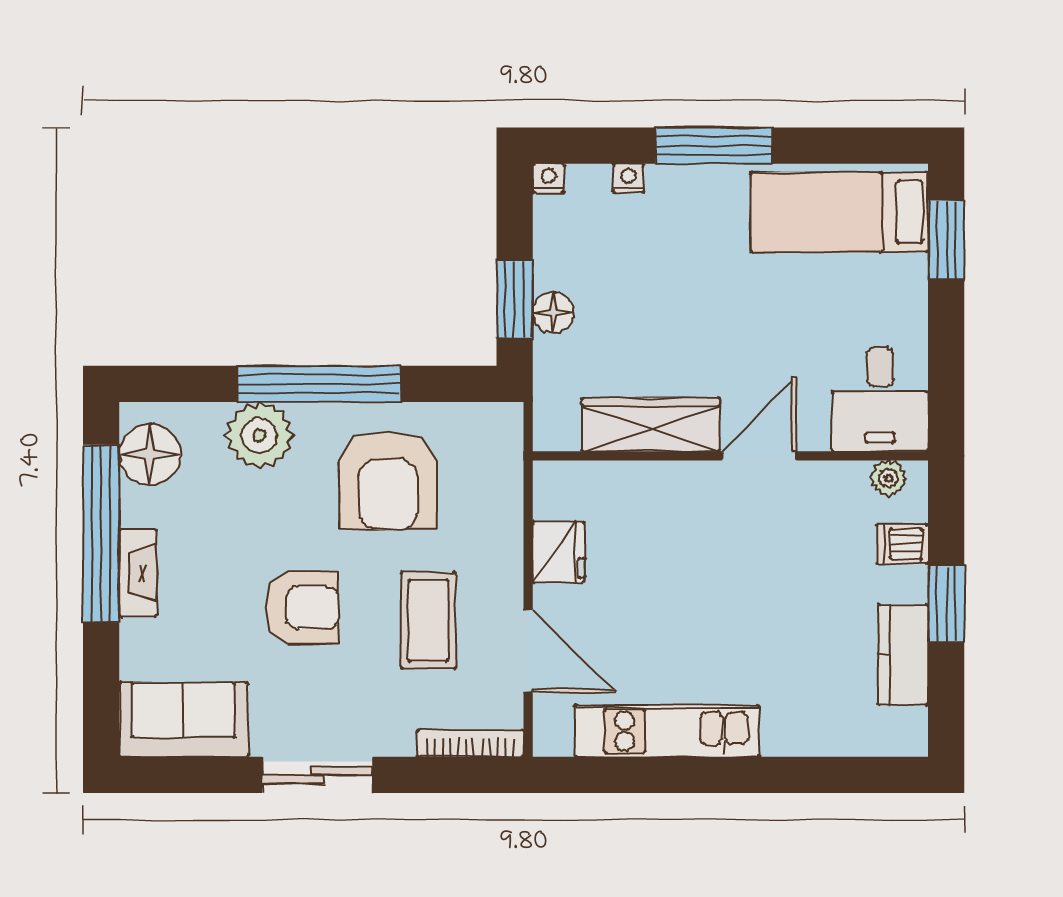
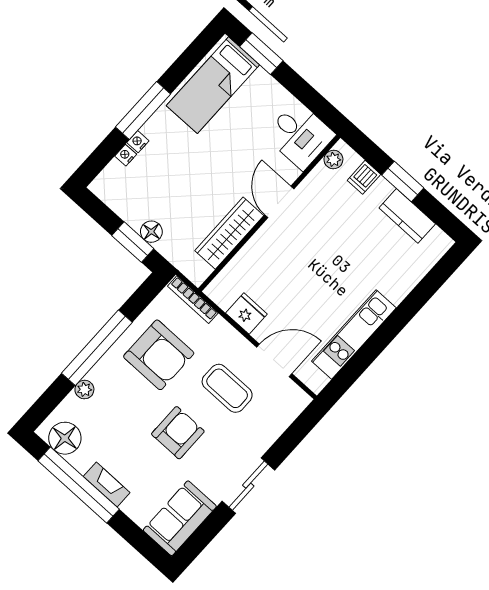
nightstand: (549, 178) -> (138, 142), moved
plant: (259, 435) -> (84, 390), width x0.53, depth x0.53
bookcase: (470, 743) -> (193, 300), moved, turned -90

